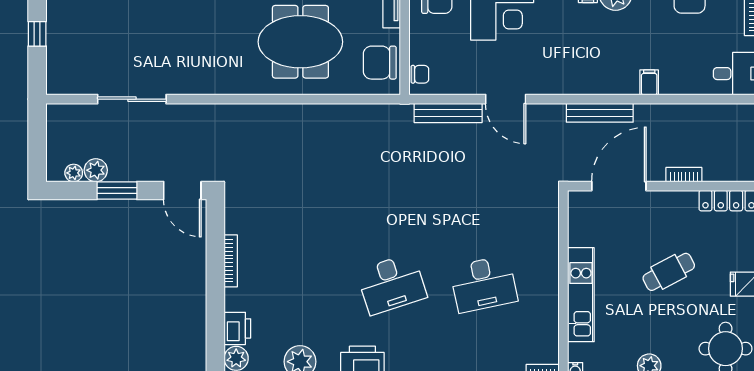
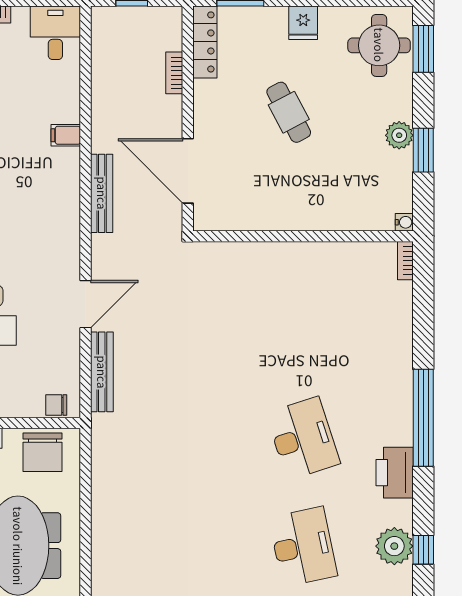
chair: (420, 74) -> (56, 405), turned -90
bookcase: (684, 175) -> (174, 73), moved
desk: (484, 284) -> (303, 547), moved
kitchen unit: (581, 295) -> (316, 216), removed

